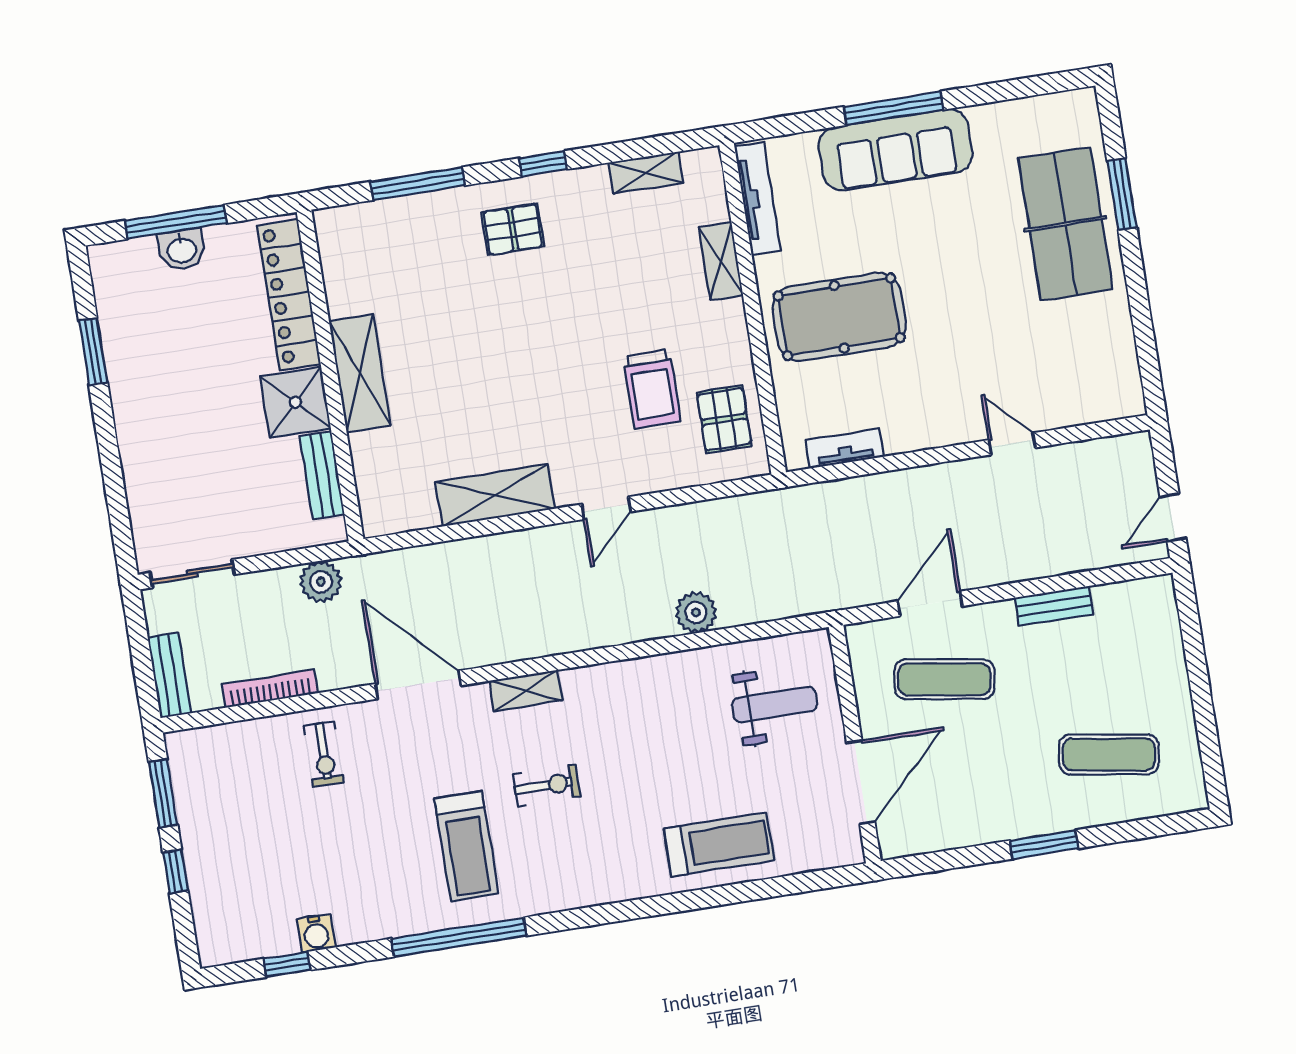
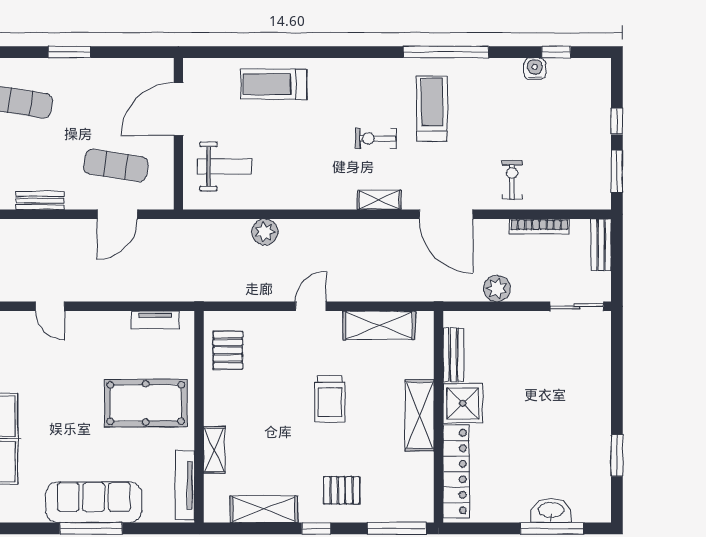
shelving: (646, 173) -> (264, 509), width x1.50, depth x1.33
washbasin: (182, 249) -> (551, 511), width x1.38
locker: (289, 295) -> (456, 472), moved
shelving: (360, 373) -> (420, 415), moved
wall: (330, 376) -> (438, 417), moved
trolley: (652, 389) -> (330, 399), moved, turned 180
shower: (295, 402) -> (463, 403), moved
bench: (322, 475) -> (453, 355), moved
weight bench: (775, 705) -> (225, 166), turned 180

